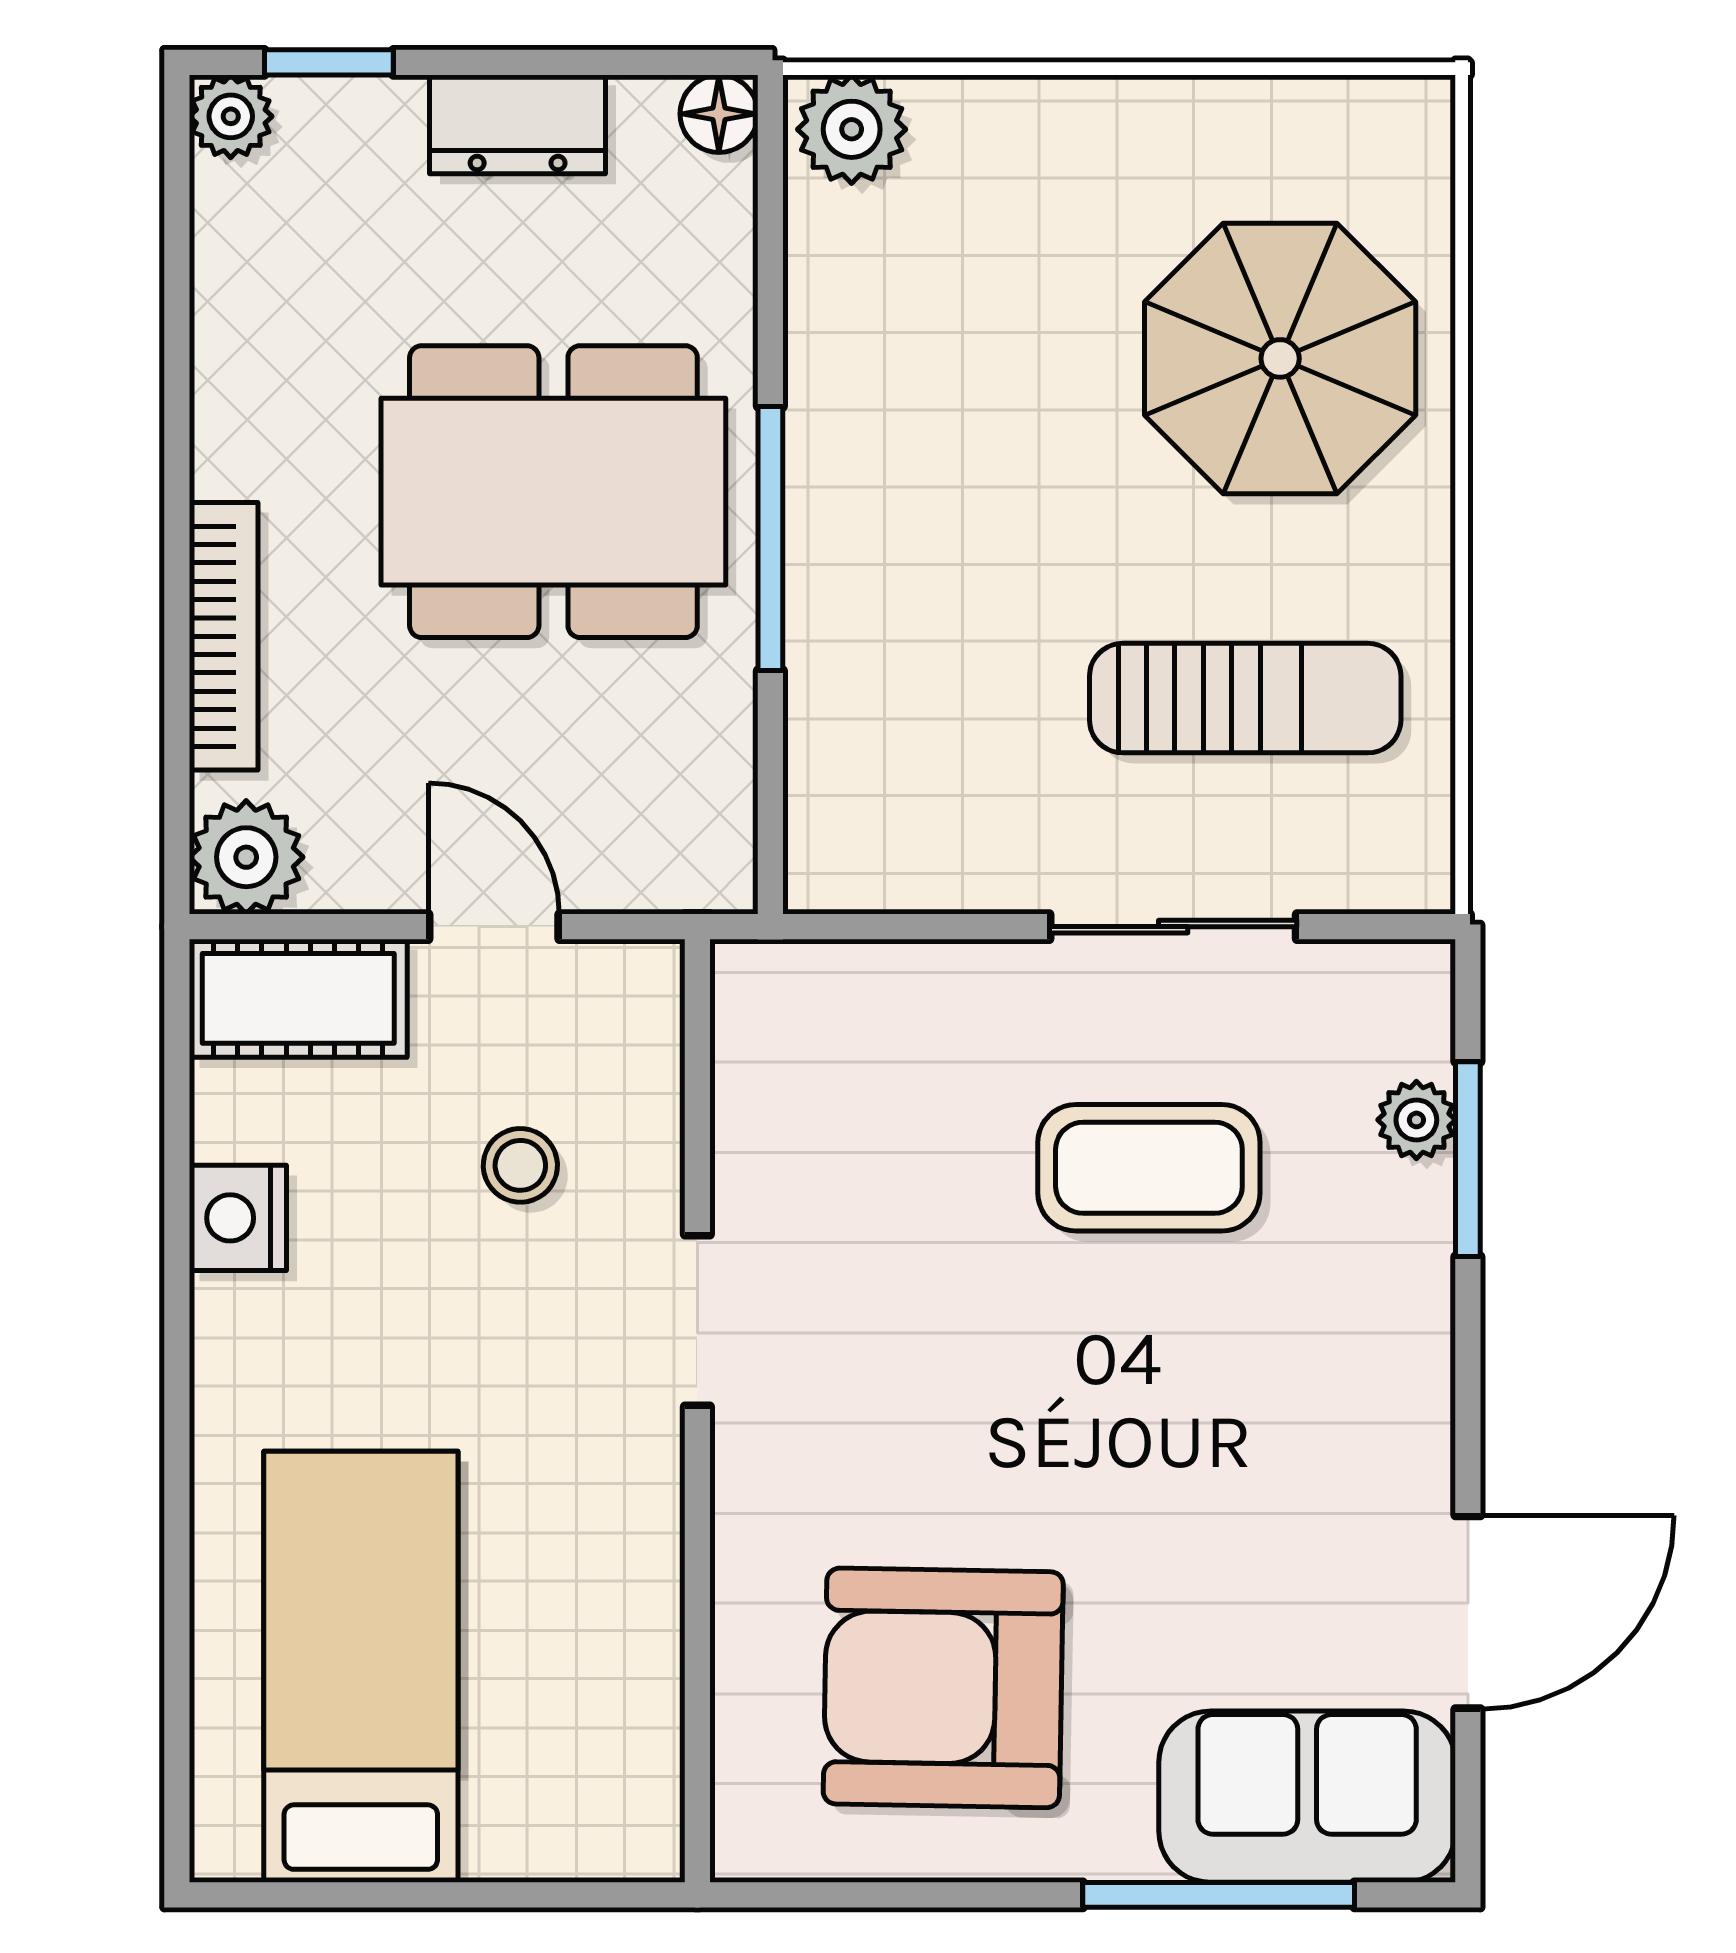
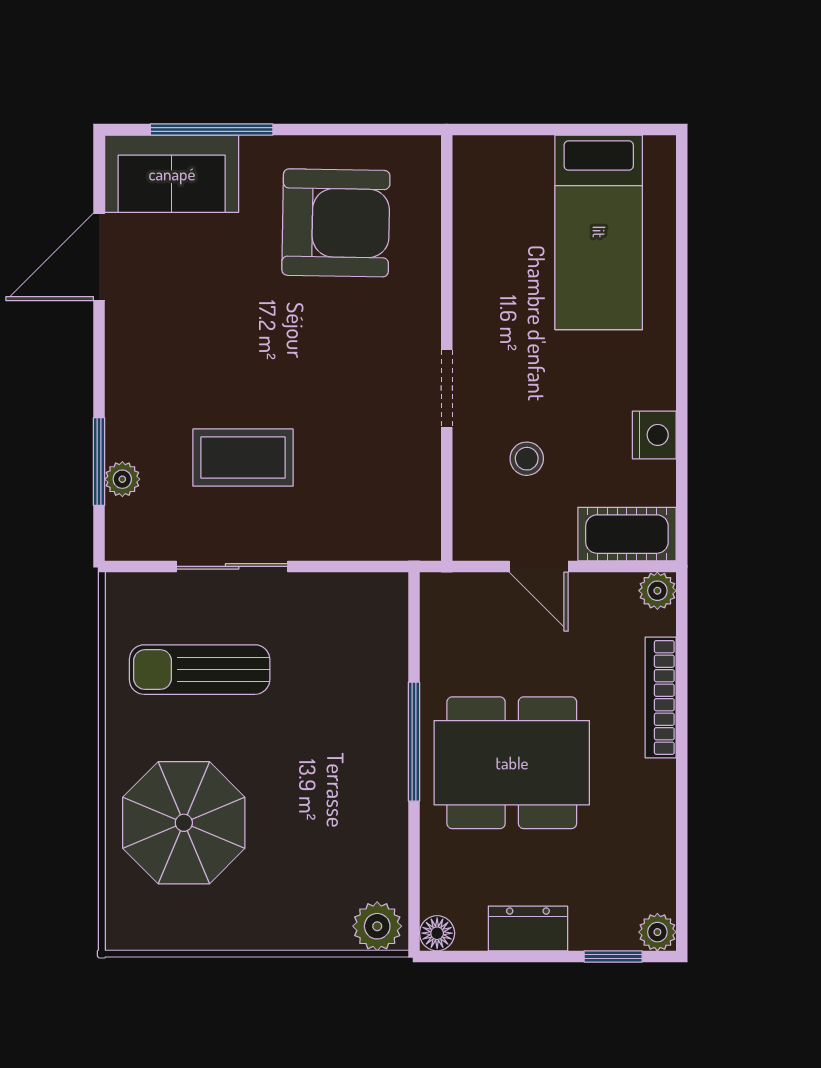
plant: (246, 857) -> (657, 591), width x0.73, depth x0.73

